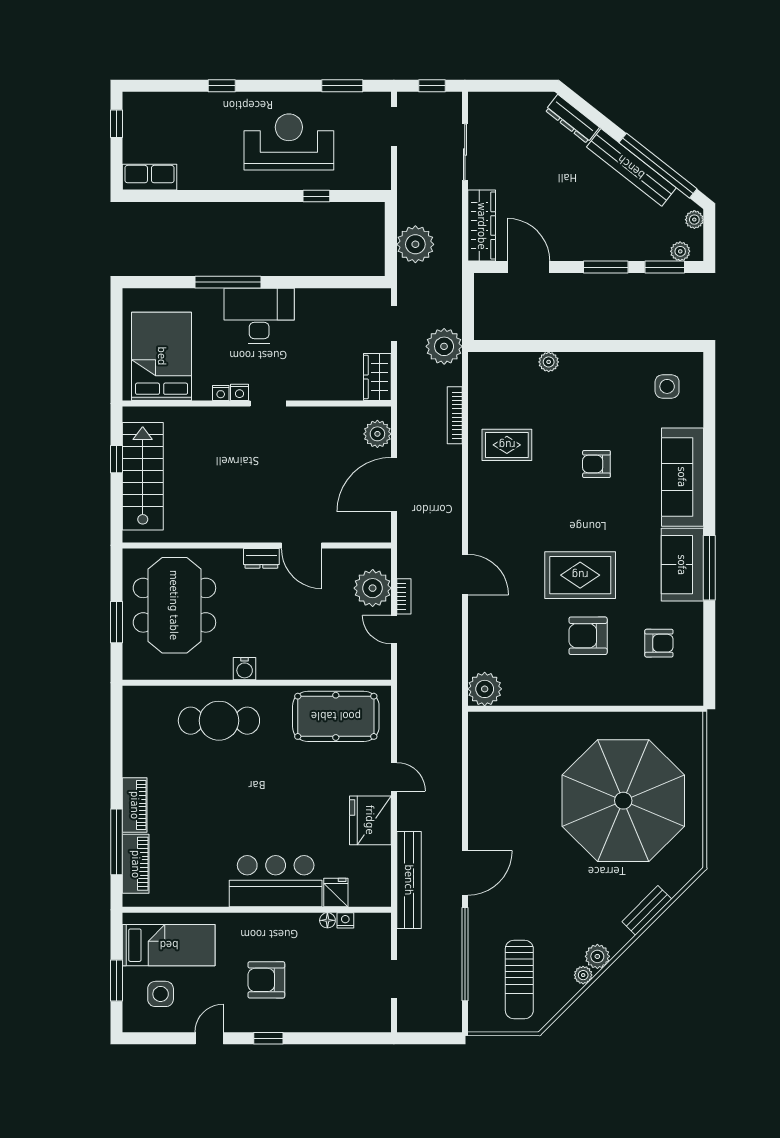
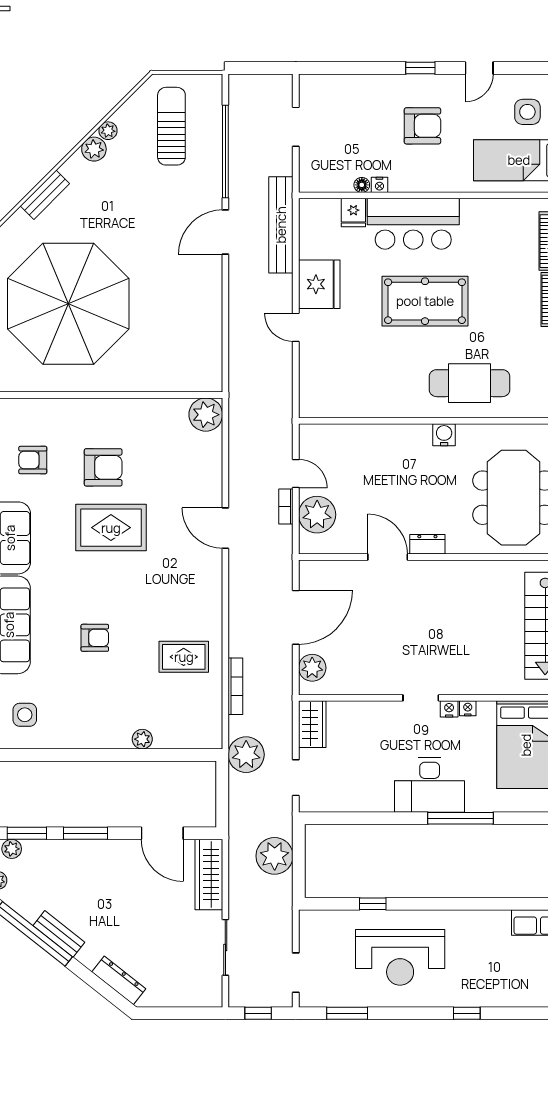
bench: (631, 167) -> (59, 934), width x0.54, depth x0.82
pool table: (336, 716) -> (425, 301), moved
nightstand: (345, 920) -> (379, 185), moved

